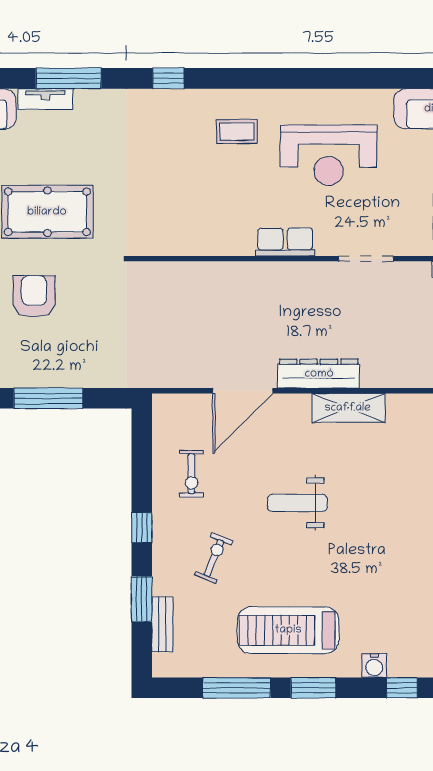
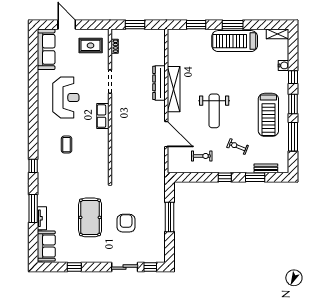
coffee table: (237, 132) -> (67, 145), moved
armchair: (34, 296) -> (126, 223), turned 90
dresser: (319, 374) -> (159, 83), moved
shelving: (348, 408) -> (174, 89), width x1.47
weight bench: (297, 503) -> (214, 111), width x1.36, depth x1.33
water cooler: (374, 666) -> (283, 65), moved
window: (402, 688) -> (293, 77), moved

